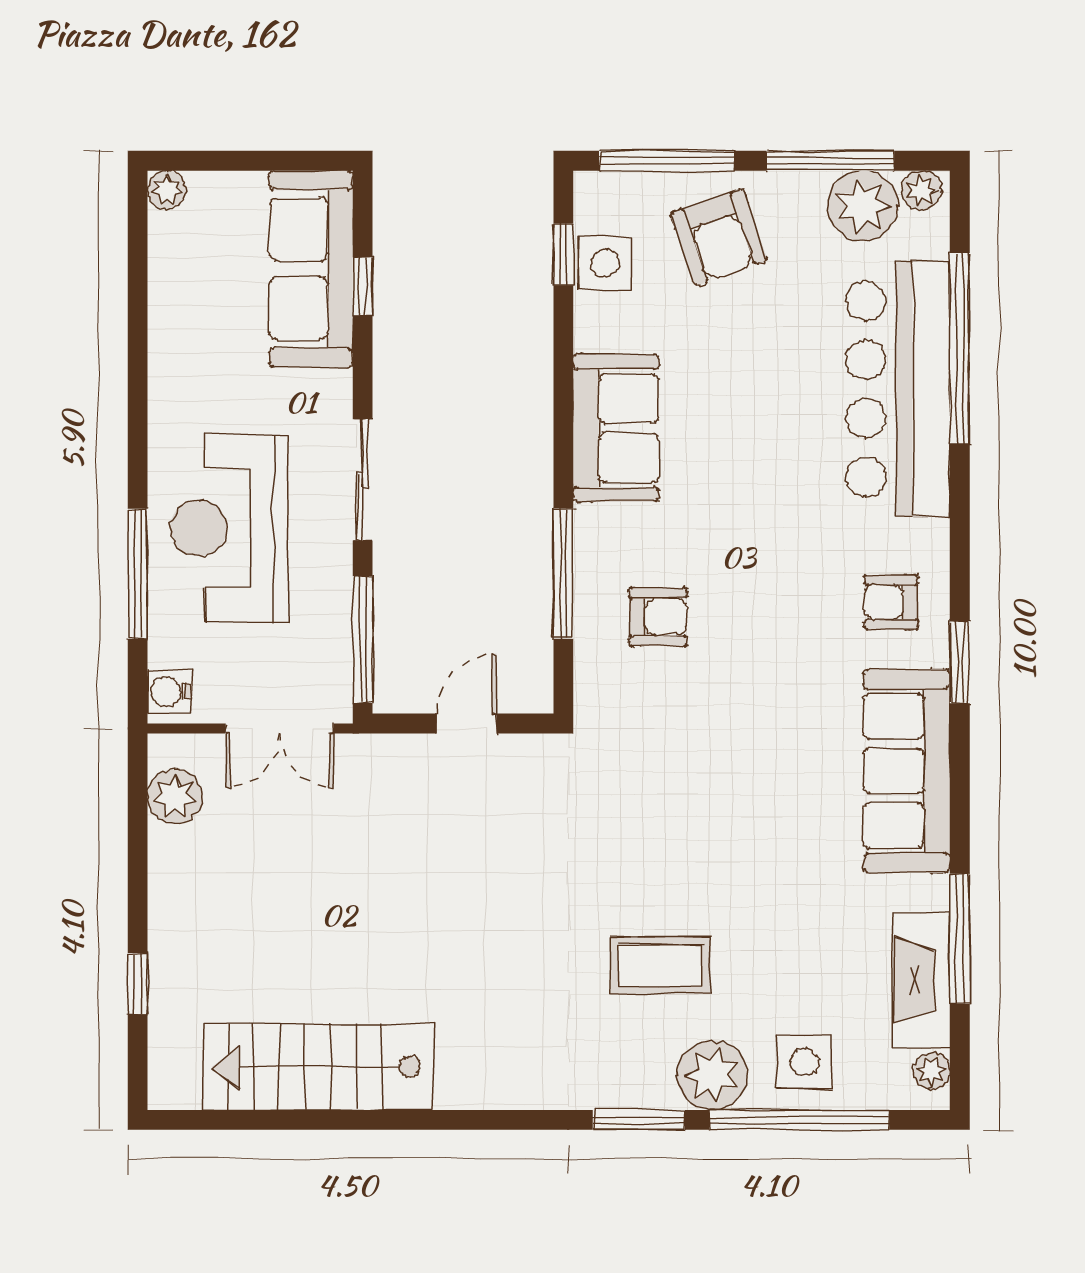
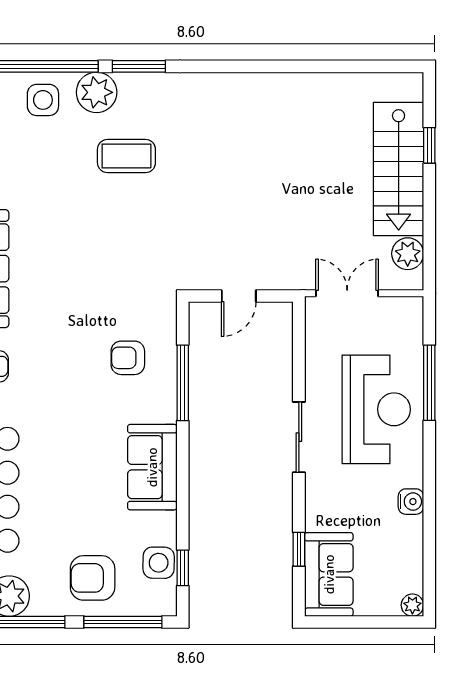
armchair: (719, 237) -> (93, 578), turned -71
sofa: (311, 269) -> (329, 574), width x0.73
window: (363, 640) -> (299, 345), removed
water cooler: (169, 692) -> (411, 502), moved
stairs: (318, 1067) -> (399, 169), moved, turned 90

